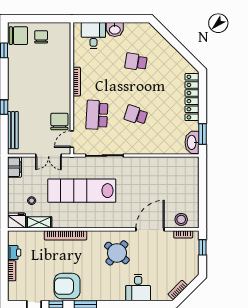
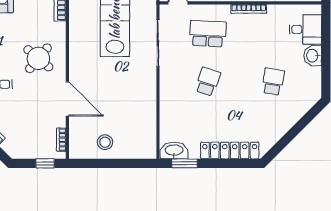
stool: (181, 219) -> (105, 142), moved

